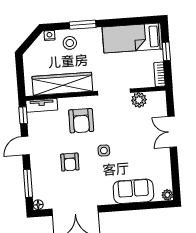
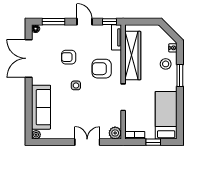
plant: (139, 100) -> (115, 133), moved
sofa: (133, 191) -> (41, 107), width x1.36

